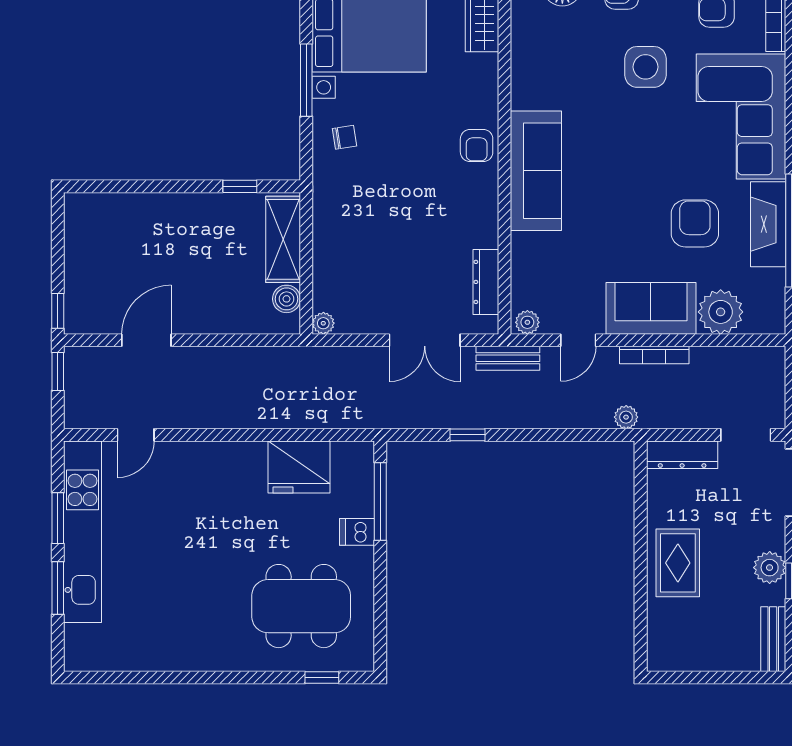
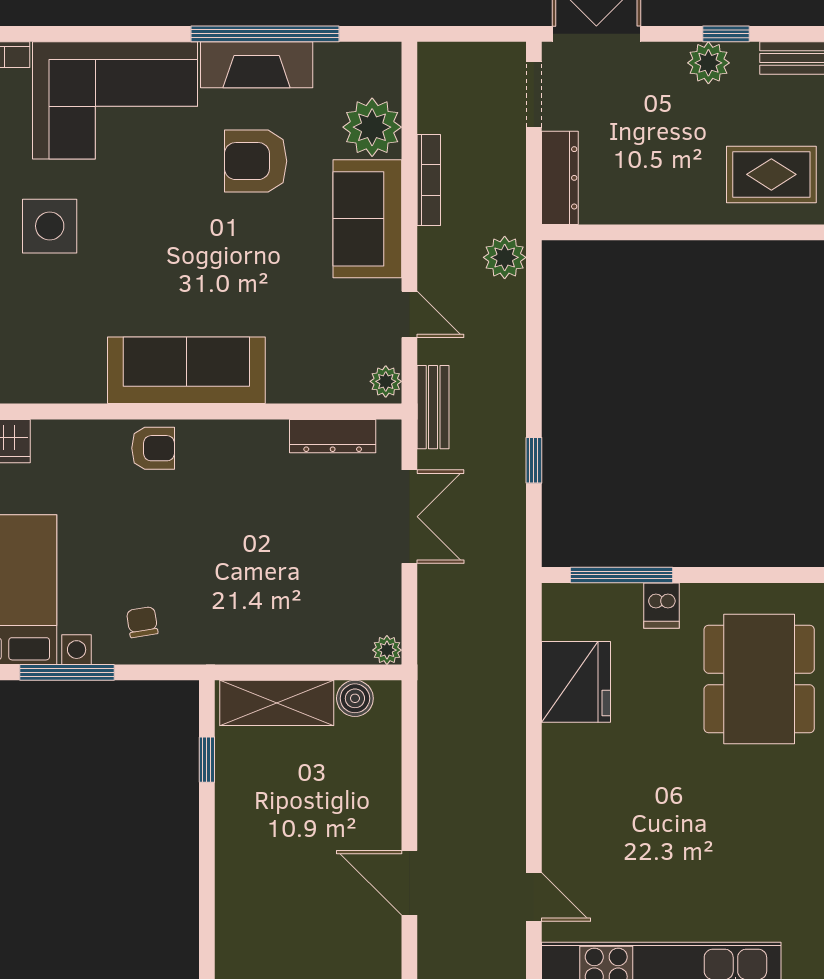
bookcase: (654, 355) -> (429, 180), moved
plant: (626, 417) -> (505, 257), width x1.38, depth x1.38
rug: (678, 563) -> (771, 174), moved

